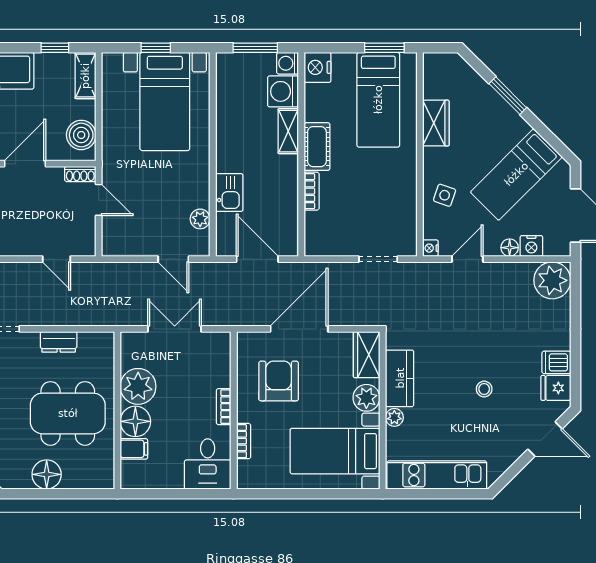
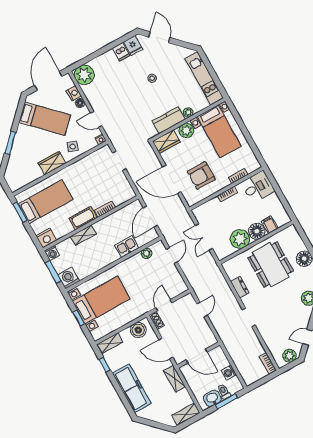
washing machine: (283, 91) -> (69, 278), moved, turned 180
wardrobe: (436, 123) -> (52, 163), moved

